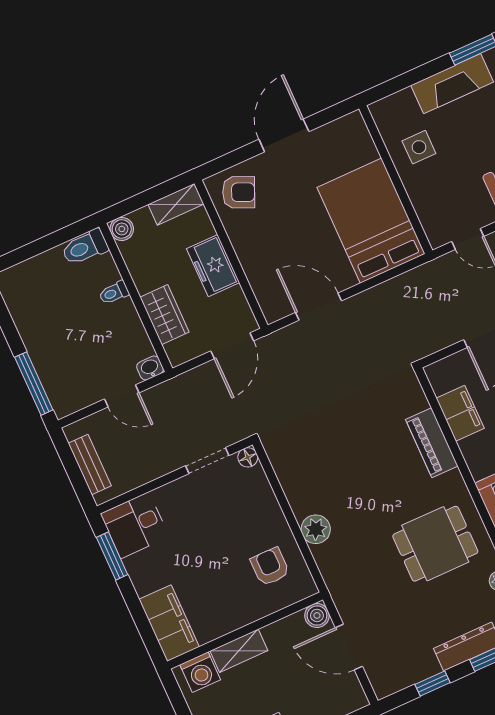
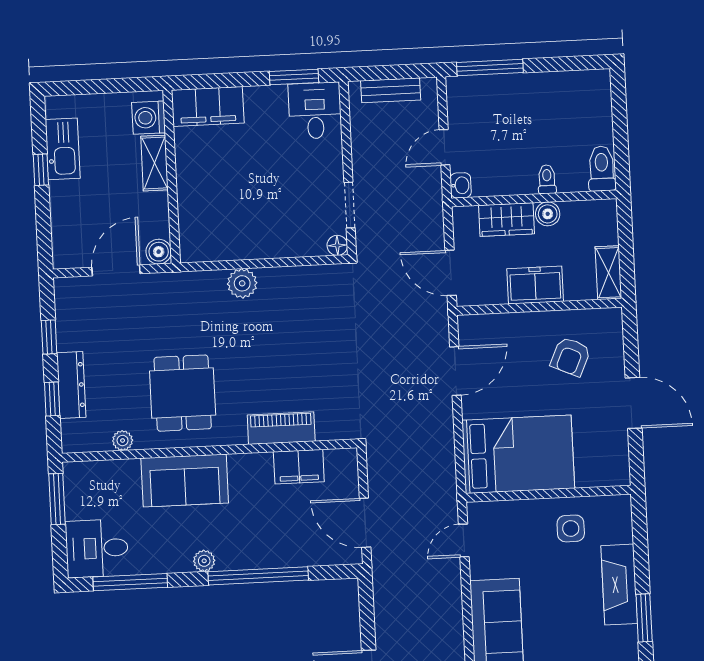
armchair: (239, 192) -> (571, 357), moved
boiler: (122, 229) -> (548, 214), moved
armchair: (270, 567) -> (224, 225), removed

